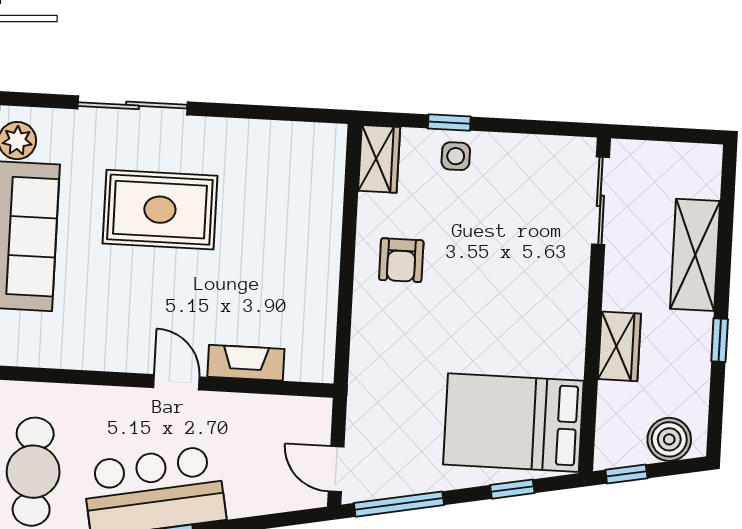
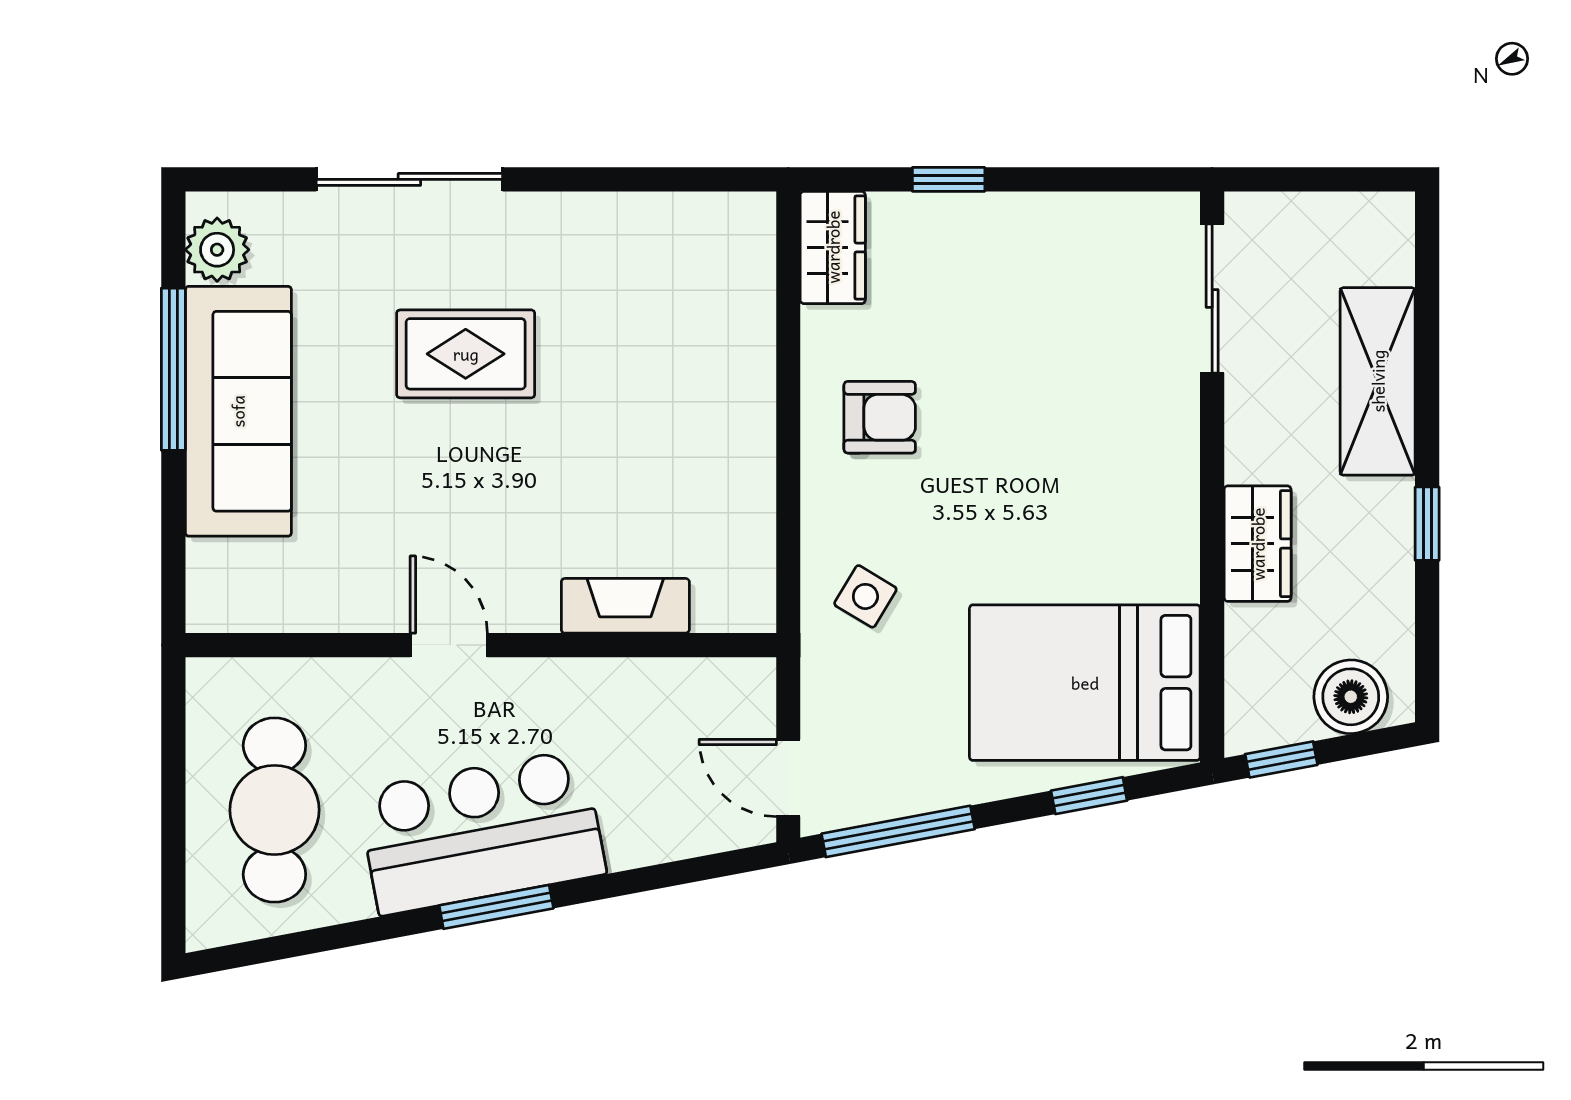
side table: (456, 156) -> (865, 596), moved, turned 31
rug: (160, 210) -> (466, 354), width x0.73, depth x0.70
armchair: (401, 260) -> (880, 417), turned -90
door: (177, 382) -> (449, 645), moved

